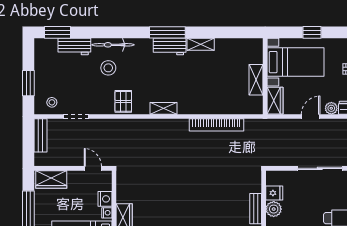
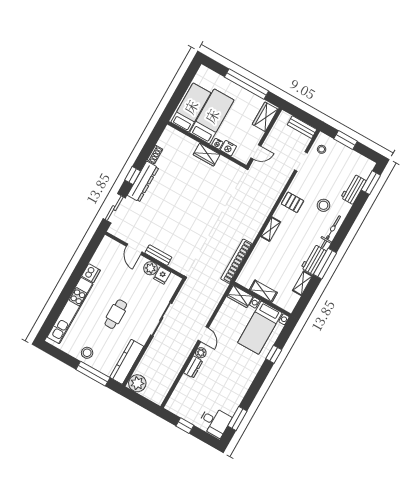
window: (312, 32) -> (274, 354), moved
bicycle: (113, 45) -> (331, 232), moved
bed with nightstands: (296, 62) -> (260, 328), moved
wall: (265, 76) -> (262, 299), moved
shelving: (256, 80) -> (263, 291), moved
wardrobe: (275, 101) -> (240, 296), moved

